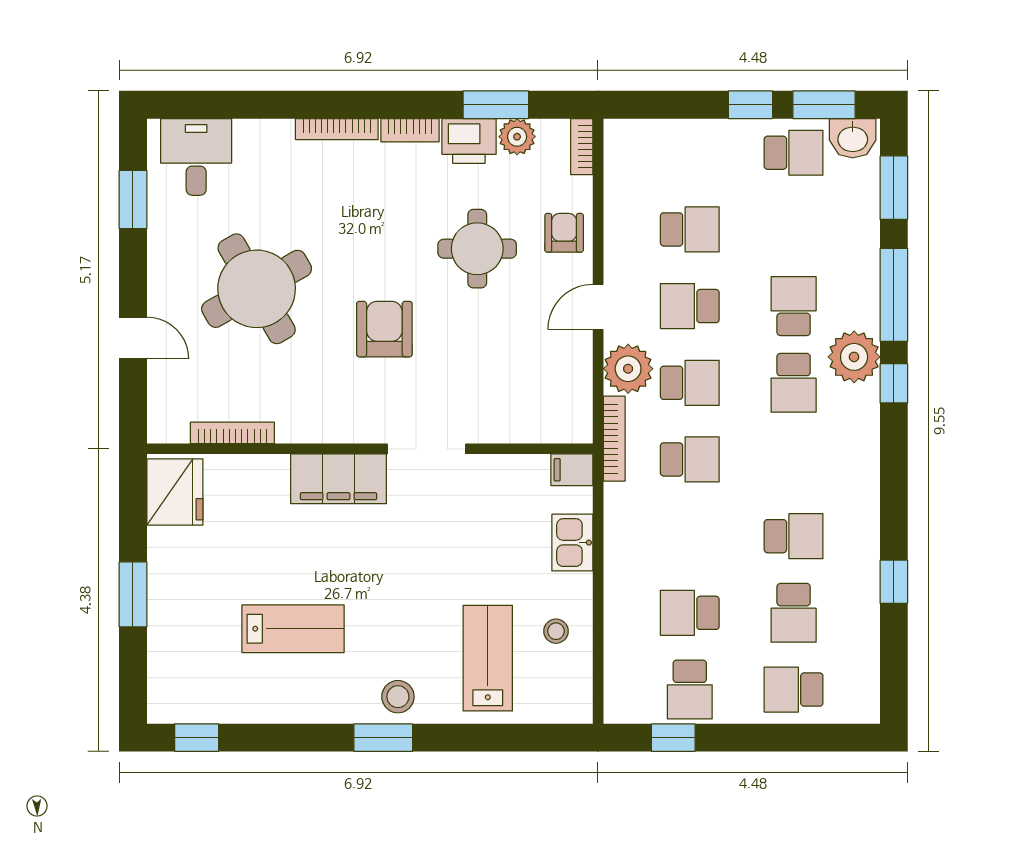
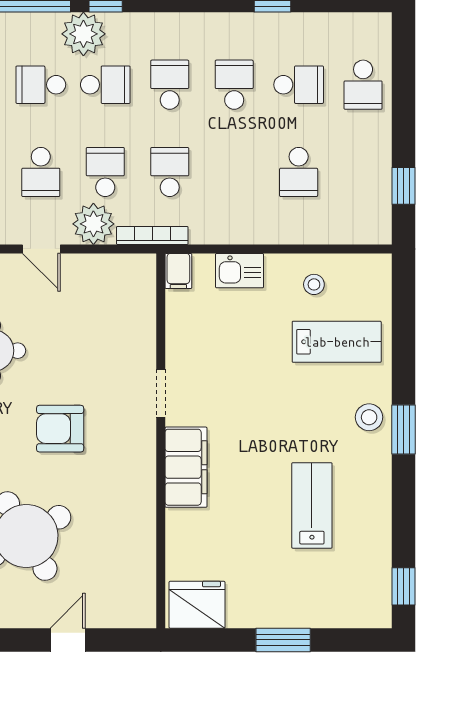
bookcase: (232, 433) -> (147, 556), removed
doorway: (426, 449) -> (161, 393), width x0.73
lab bench: (488, 658) -> (337, 342), turned 180
school desk: (690, 690) -> (170, 85), moved, turned -90

